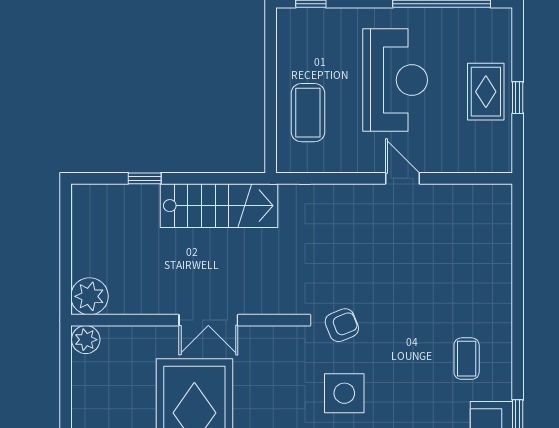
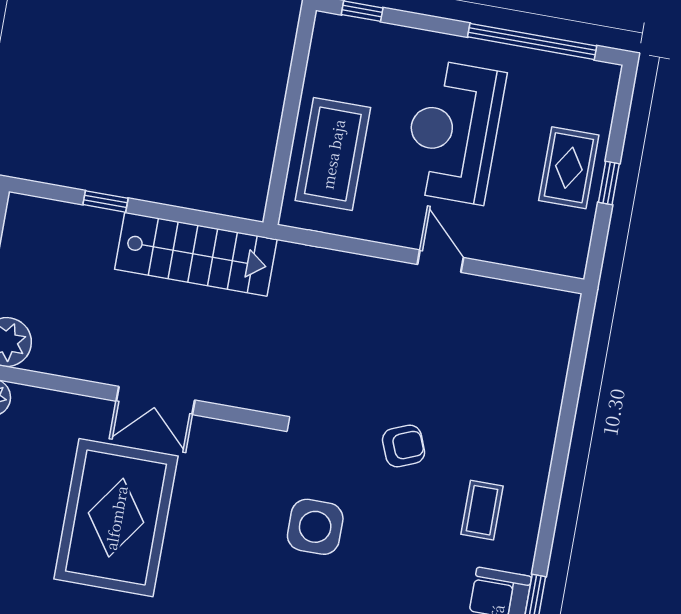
reception desk: (395, 80) -> (454, 132), turned 180
coffee table: (308, 113) -> (333, 154), width x1.36, depth x1.32
armchair: (342, 325) -> (404, 446), moved

